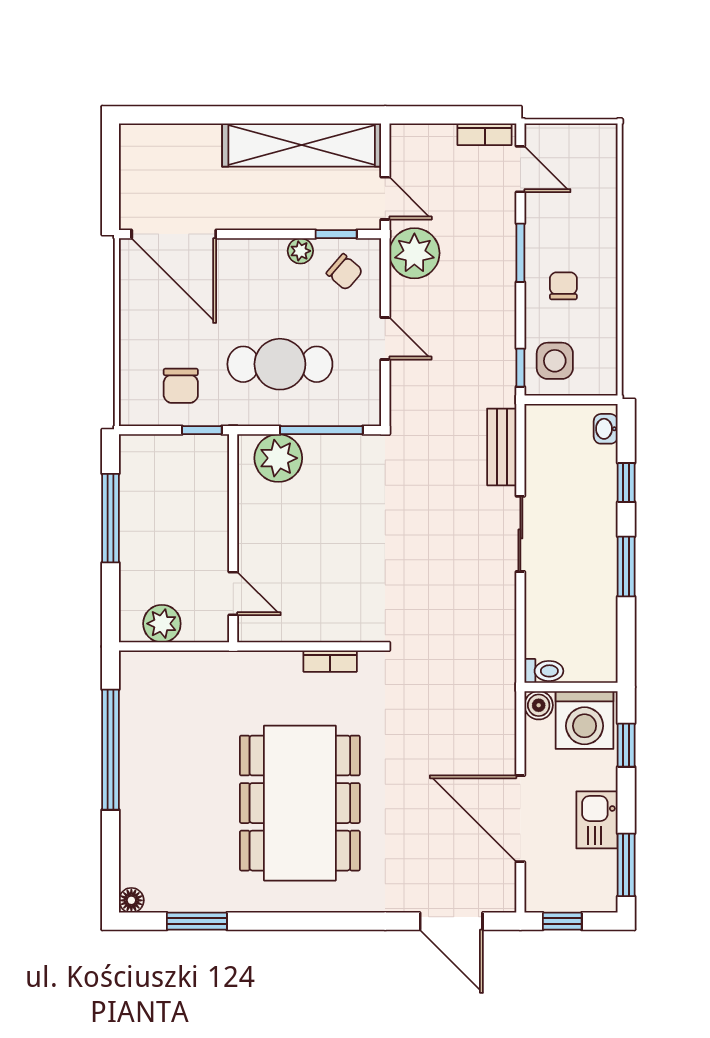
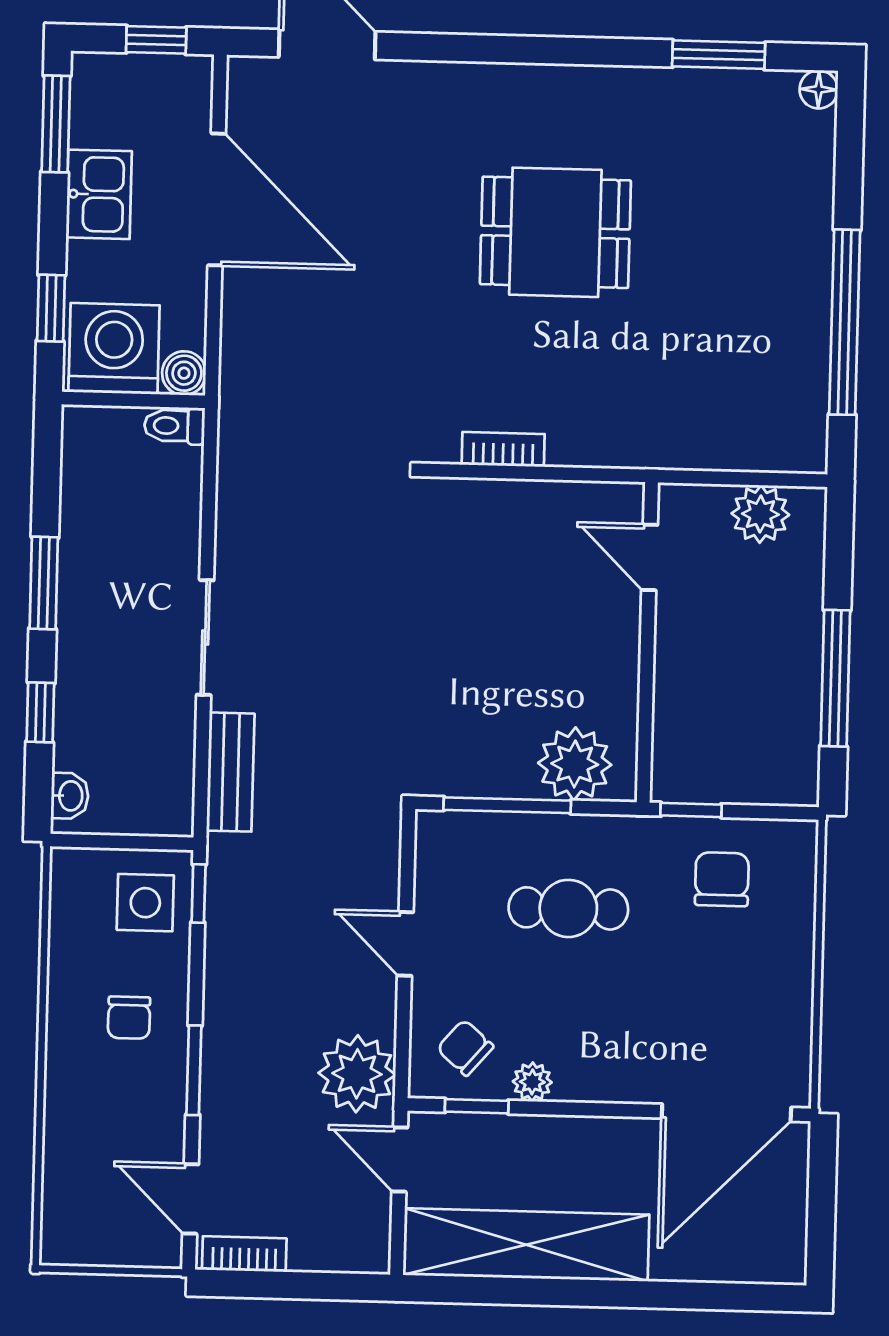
door: (174, 234) -> (726, 1113), swing flipped
cafe table: (280, 364) -> (568, 908), width x0.73, depth x0.74
dining table: (300, 803) -> (555, 232), width x0.53, depth x0.80

